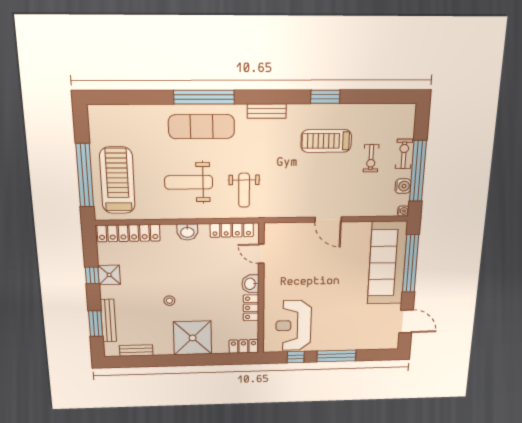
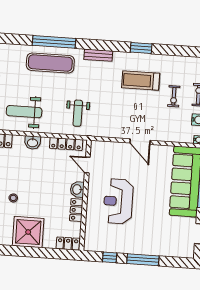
weight bench: (189, 182) -> (24, 112), moved
reception desk: (293, 325) -> (118, 201), moved

